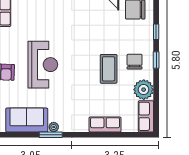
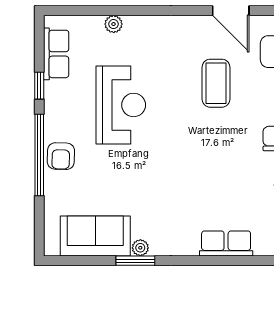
reception desk: (43, 65) -> (121, 105), moved
coffee table: (109, 69) -> (216, 83), moved

